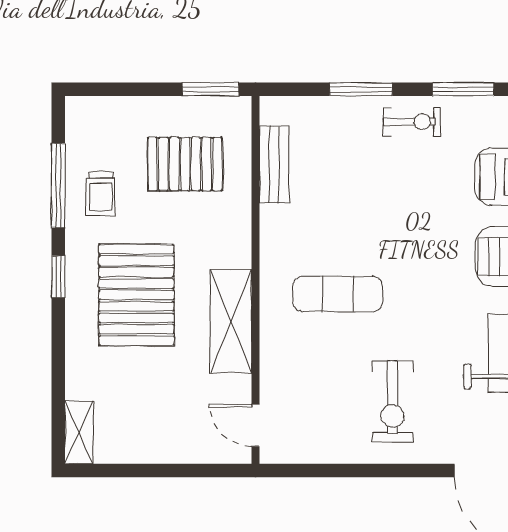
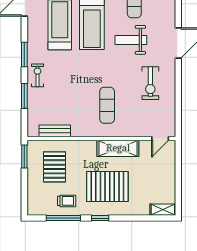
exercise bike: (392, 401) -> (150, 83), turned 90

